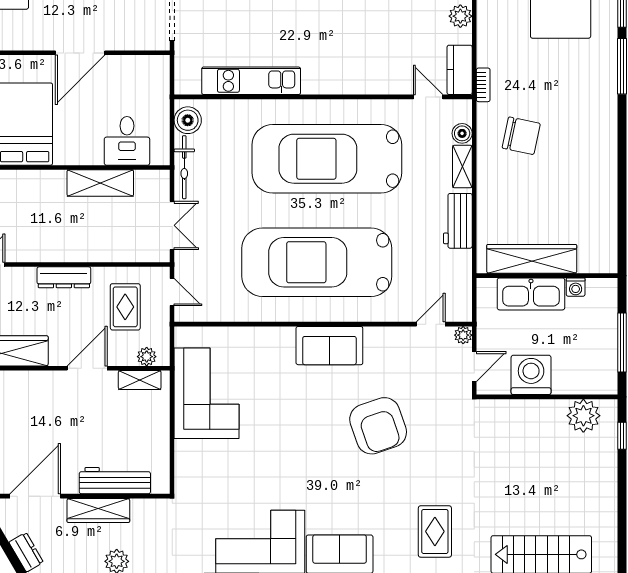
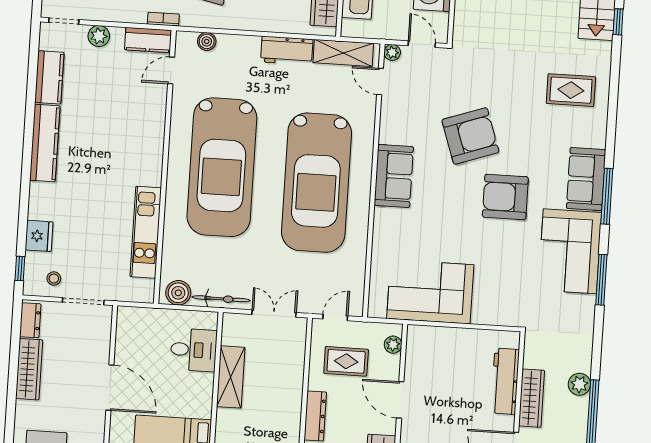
shelving: (462, 167) -> (343, 53), moved, width x1.50, depth x1.33
shelving: (140, 380) -> (414, 352), removed
armchair: (314, 468) -> (505, 197), added

